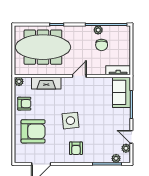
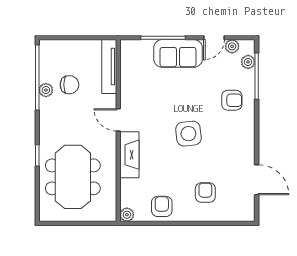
meeting table: (43, 47) -> (73, 177), width x0.73
tv unit: (118, 70) -> (109, 67), width x1.41
fireplace: (46, 83) -> (129, 155), moved
sofa: (121, 92) -> (178, 53), moved
armchair: (33, 131) -> (205, 193), width x0.53, depth x0.53
armchair: (76, 148) -> (232, 100), moved

